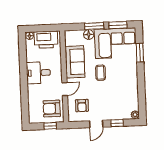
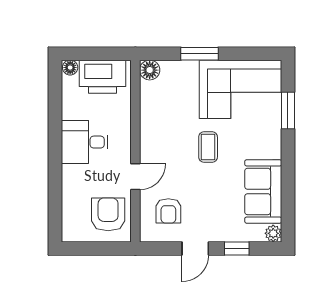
window: (118, 25) -> (247, 54), removed
floor lamp: (89, 34) -> (150, 70), moved
sofa: (75, 62) -> (263, 191), moved, turned 180
armchair: (52, 109) -> (108, 214), turned 90
window: (50, 126) -> (103, 249), removed

